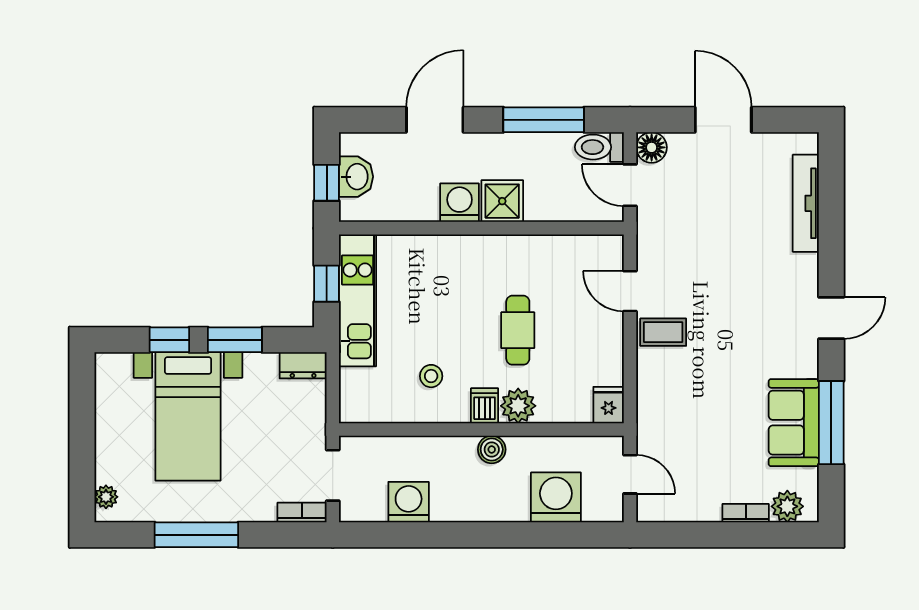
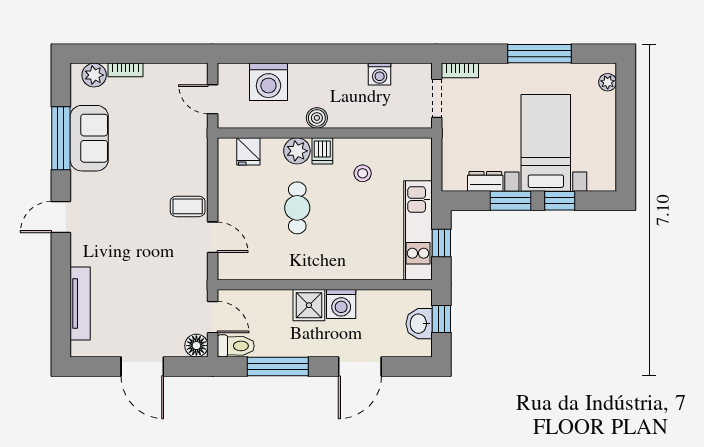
dresser: (303, 365) -> (485, 181), moved
fridge: (609, 405) -> (248, 151), moved
washing machine: (409, 502) -> (380, 74), width x0.73, depth x0.73

